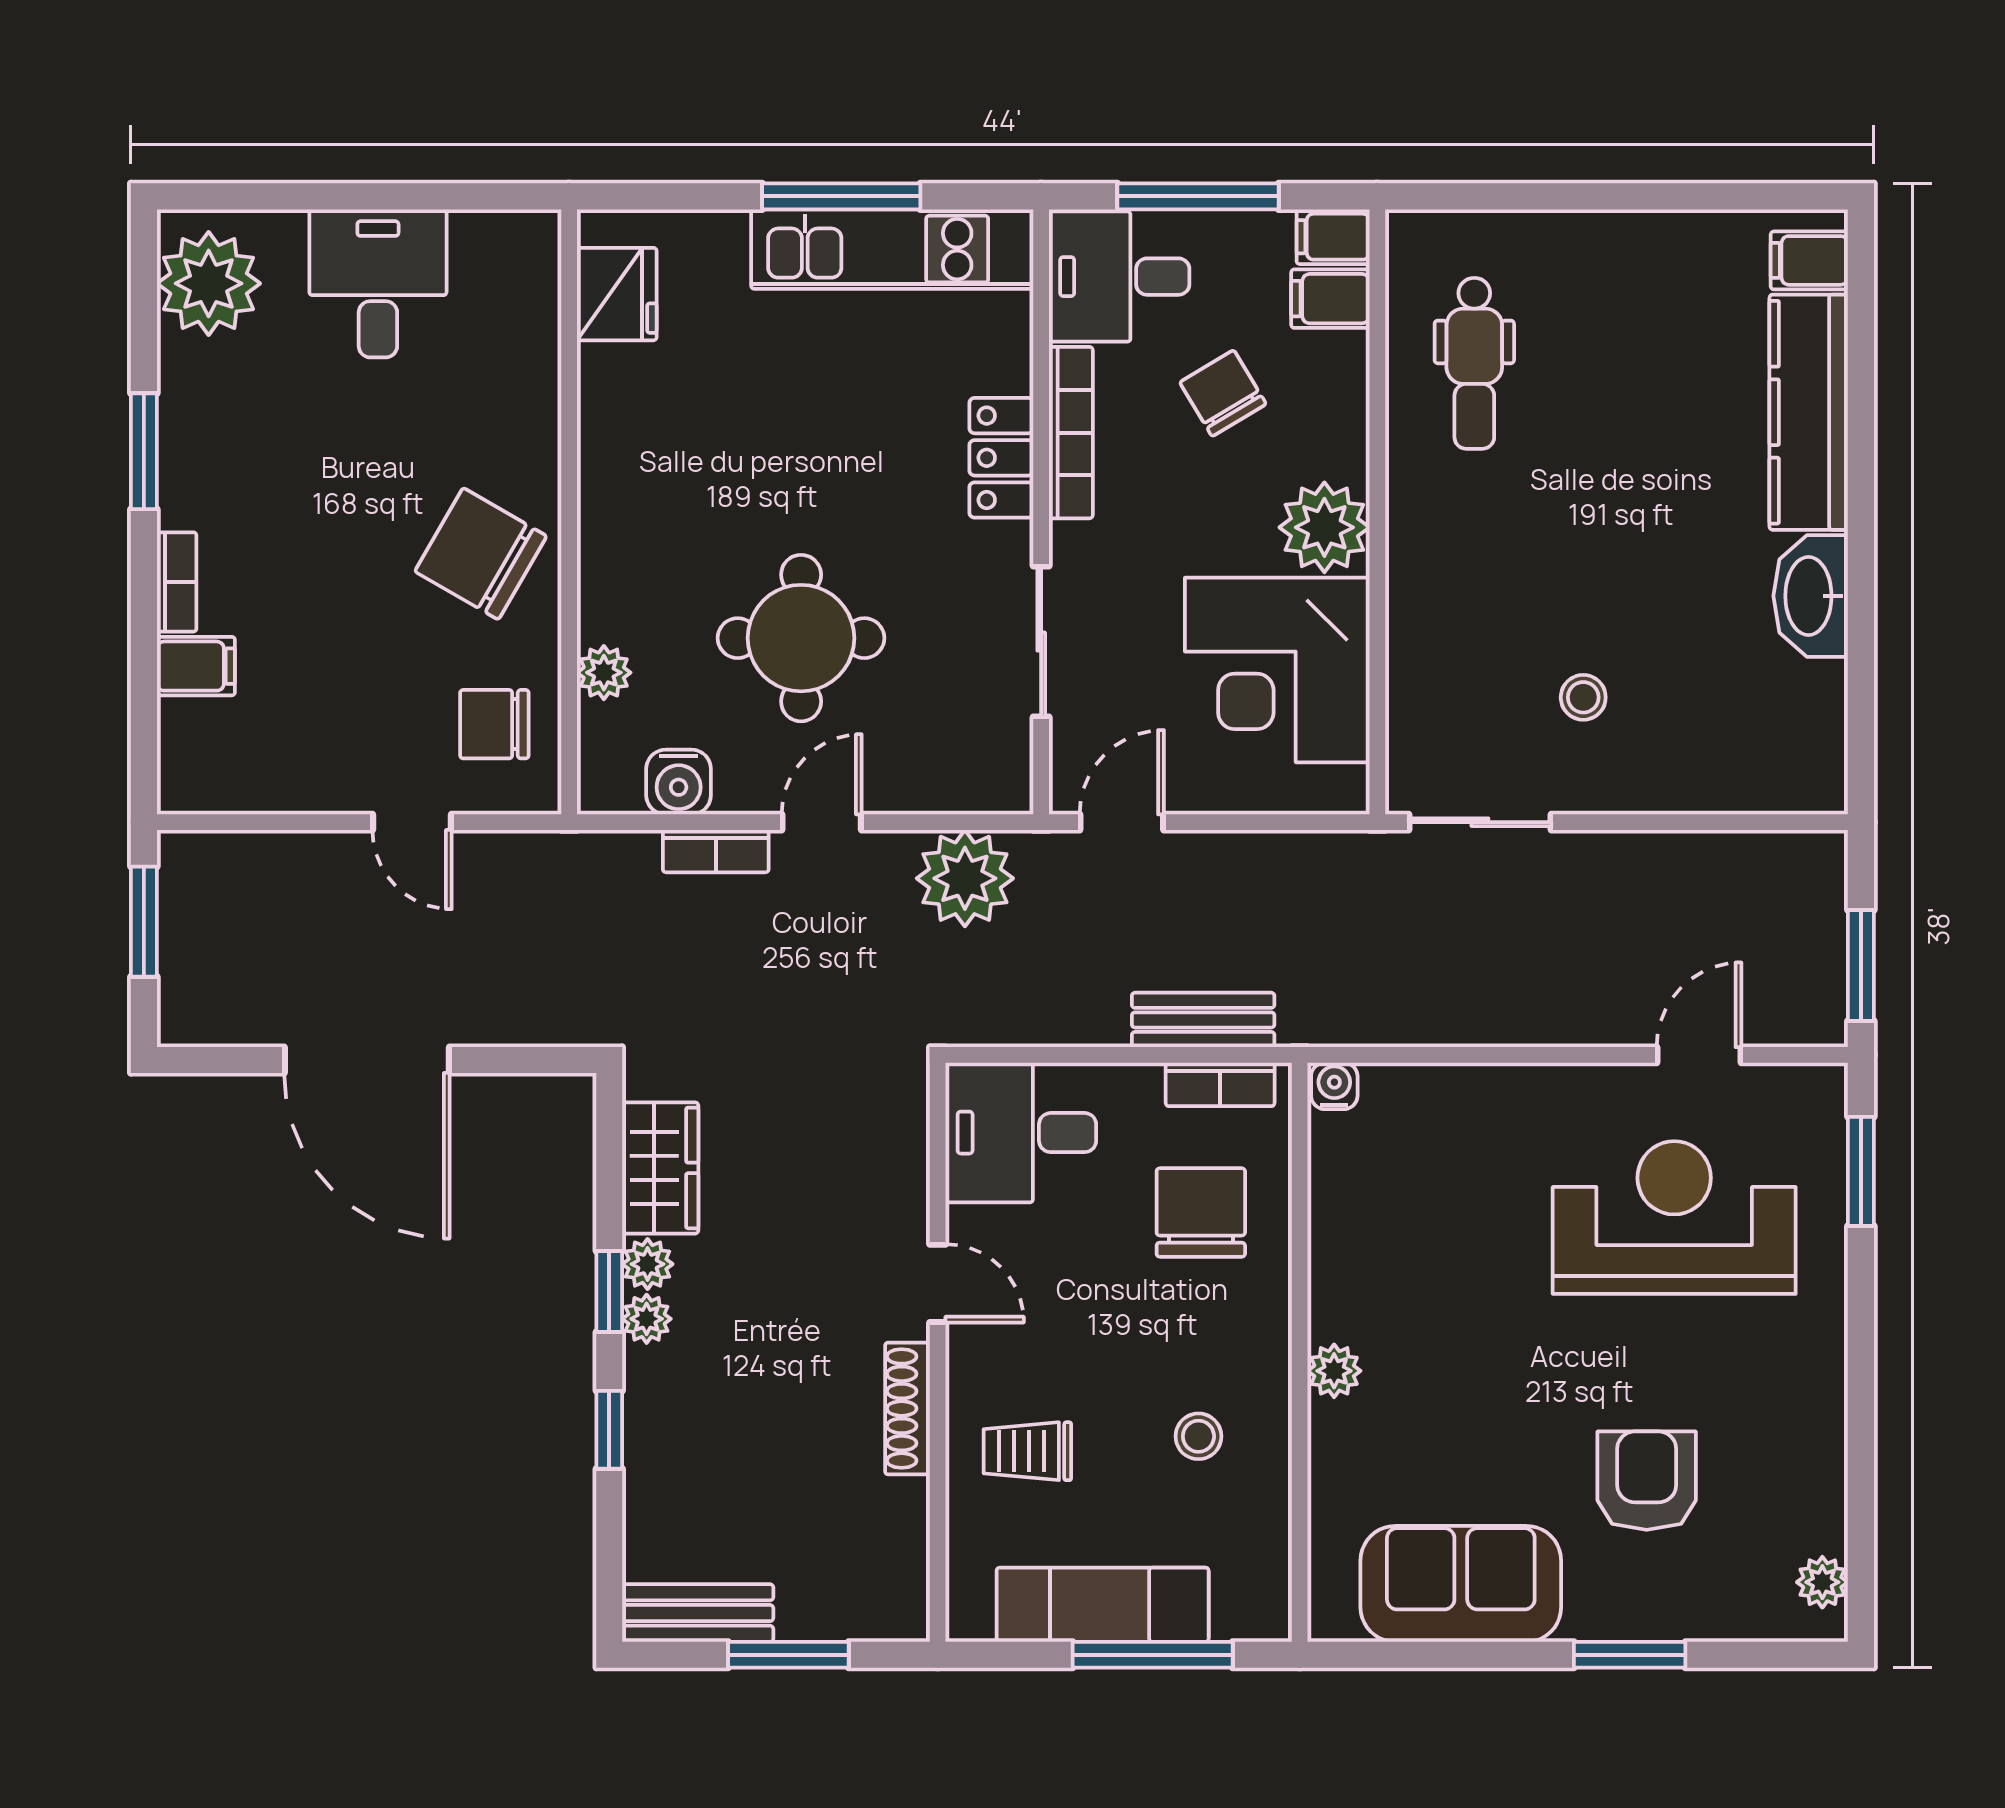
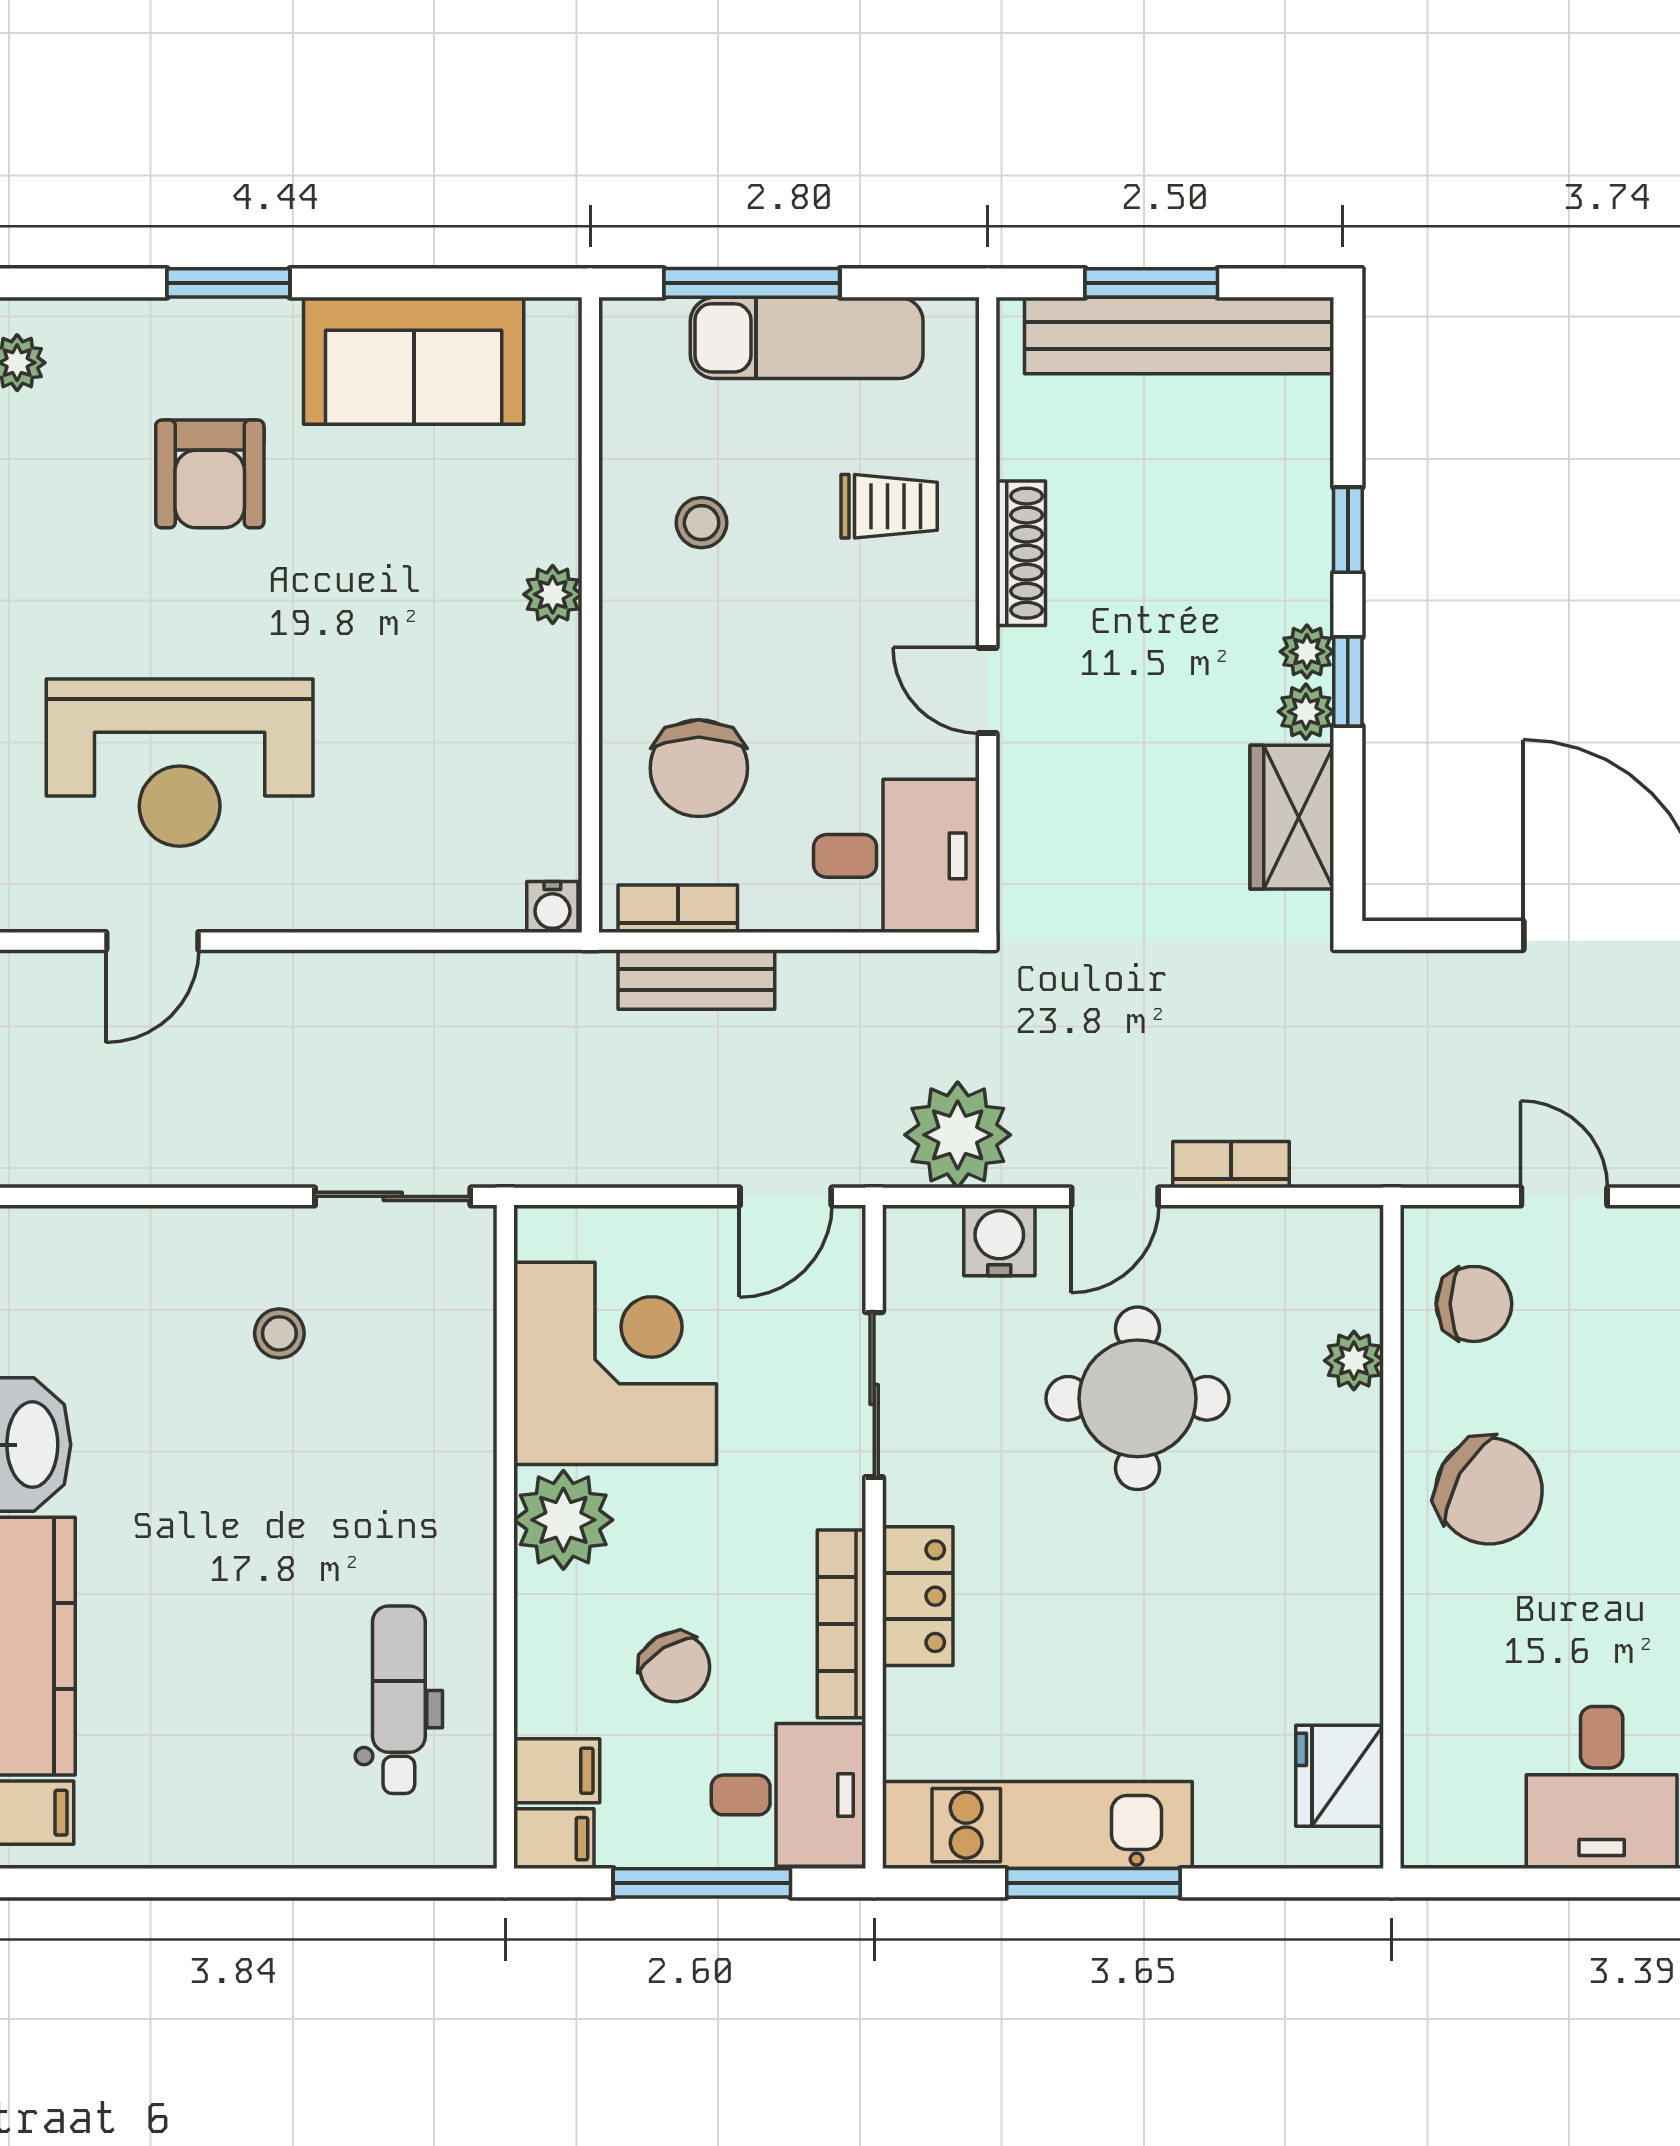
water cooler: (679, 782) -> (999, 1240), moved
bench: (698, 1613) -> (1179, 336), width x1.86, depth x1.21

